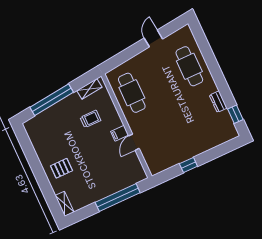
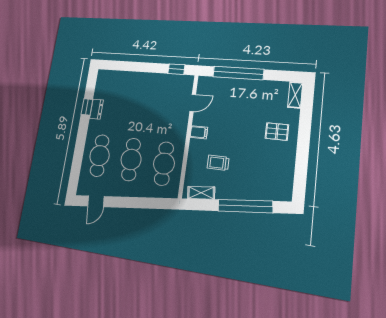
door: (153, 38) -> (96, 201), moved
cafe table: (161, 80) -> (131, 159), added
window: (235, 114) -> (87, 107), moved
door: (134, 142) -> (193, 103), moved
window: (188, 165) -> (176, 69), moved

